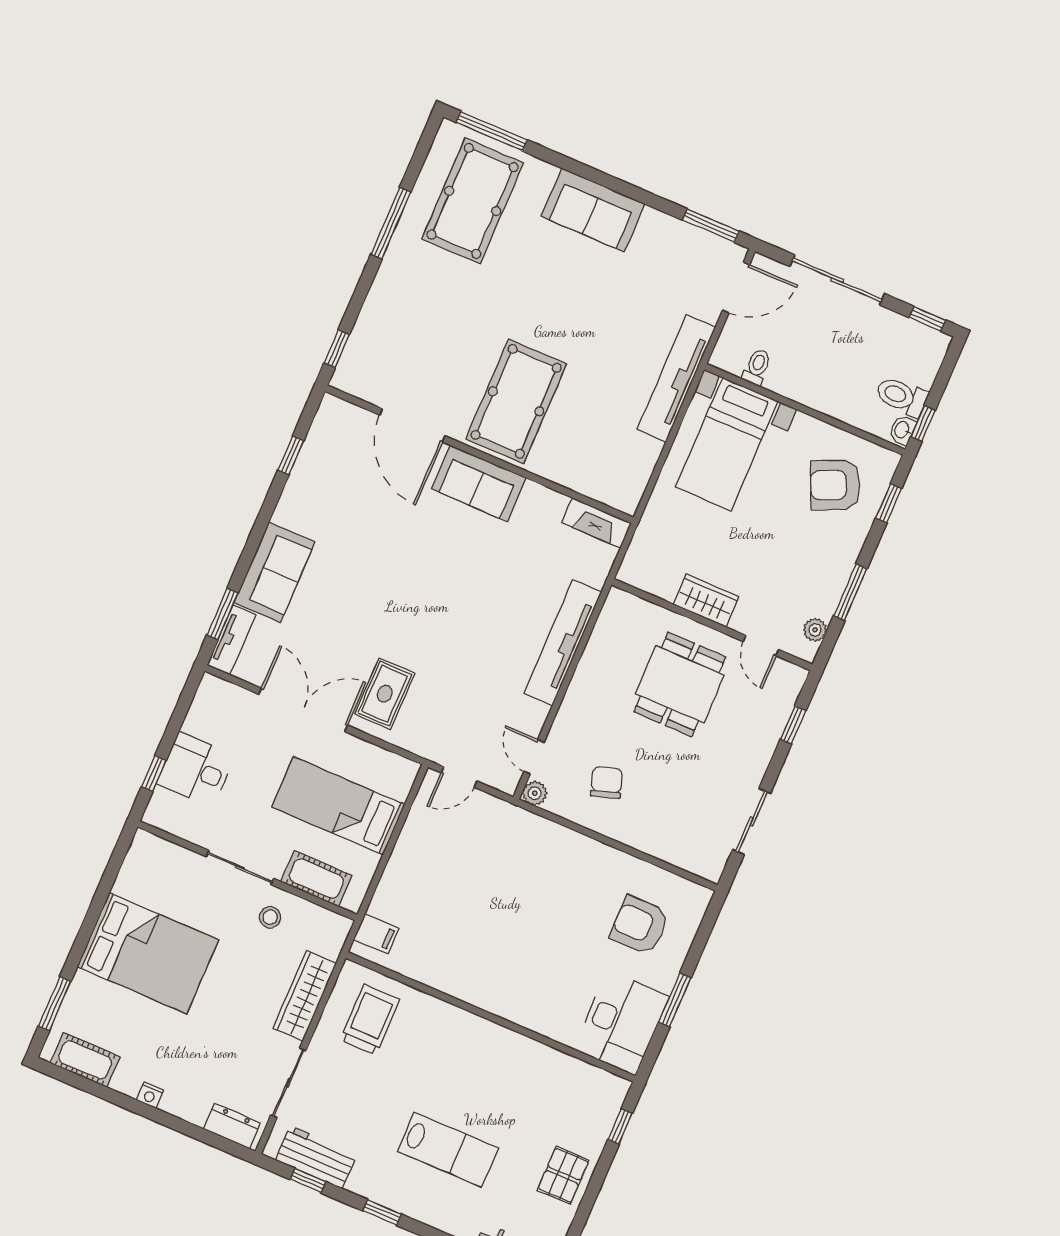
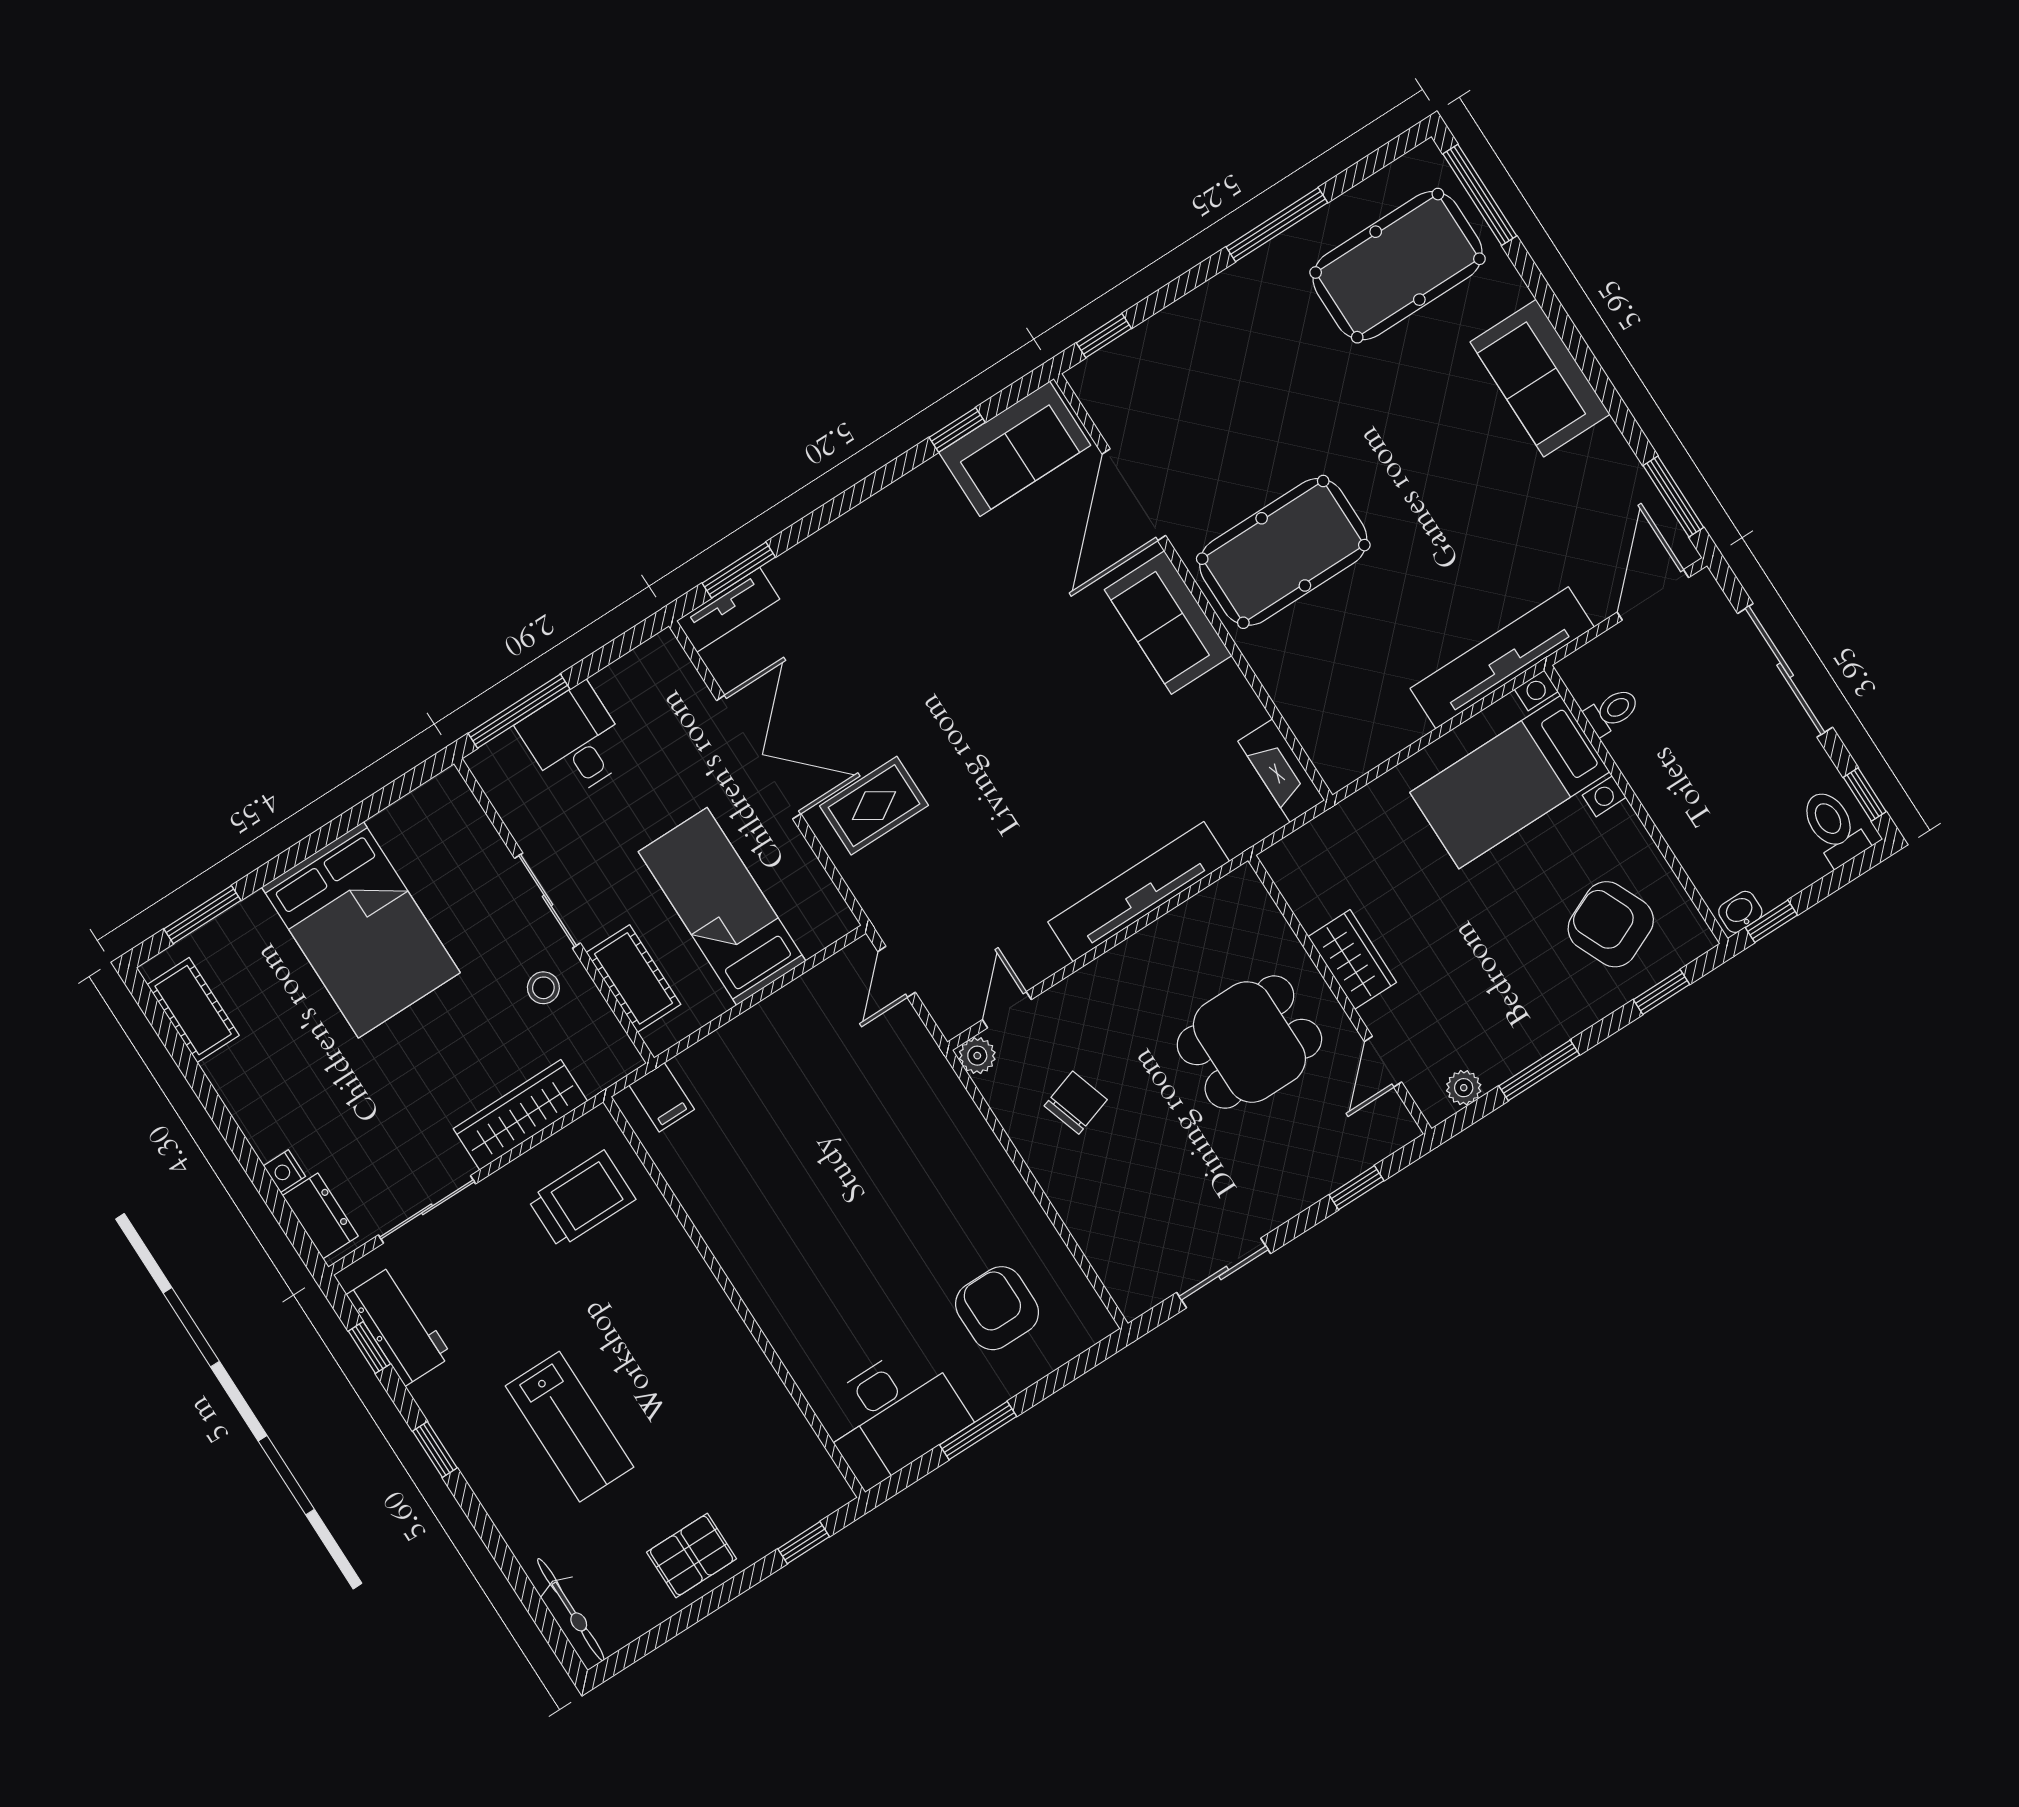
door: (736, 288) -> (1653, 595), swing flipped
toilet: (902, 397) -> (1834, 827), moved
sofa: (275, 572) -> (1015, 449), moved
window: (154, 774) -> (519, 711), width x2.17
door: (459, 777) -> (897, 972), hinge flipped
nightstand: (150, 1095) -> (284, 1171), moved

